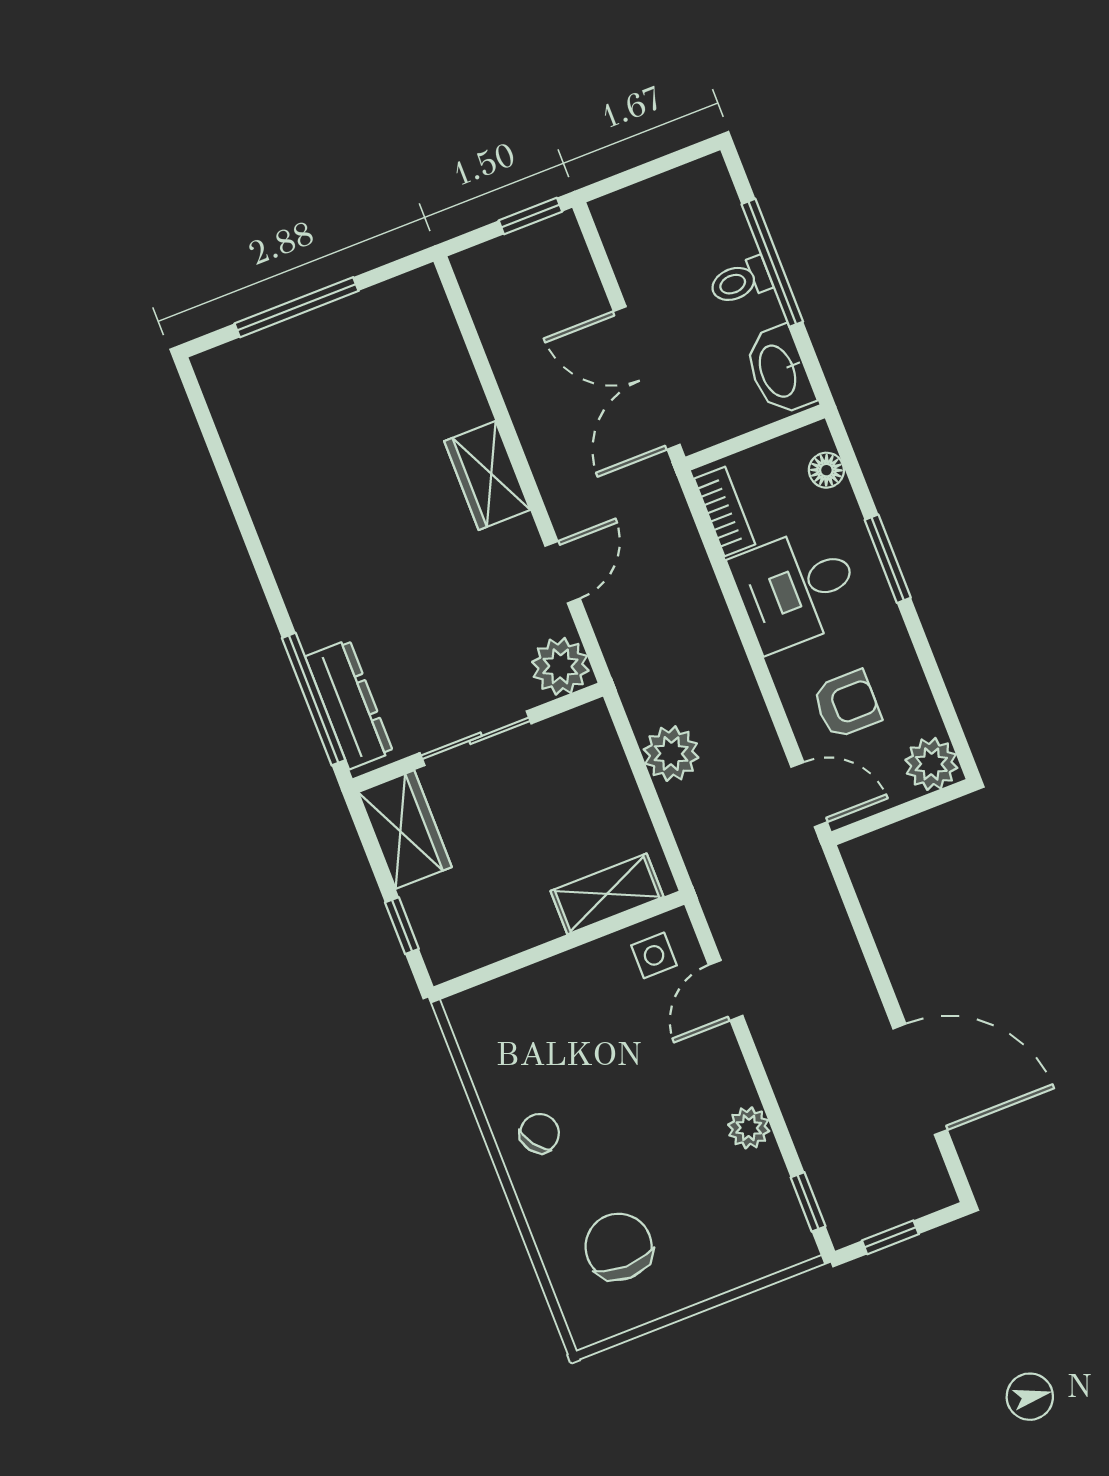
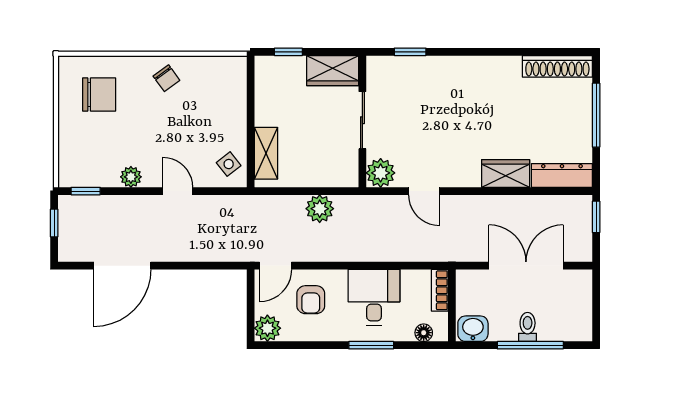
window: (530, 216) -> (596, 217), moved
washbasin: (779, 371) -> (473, 329), width x0.72
double door: (647, 378) -> (526, 266), moved
shoe rack: (234, 415) -> (557, 66), added
wardrobe: (487, 475) -> (506, 173), moved
bookcase: (725, 511) -> (440, 290), moved, turned 90
window: (314, 699) -> (410, 52), width x0.46
dresser: (349, 704) -> (562, 175), moved, turned 180
side table: (654, 955) -> (229, 164), turned -38
door: (726, 990) -> (178, 191), moved

